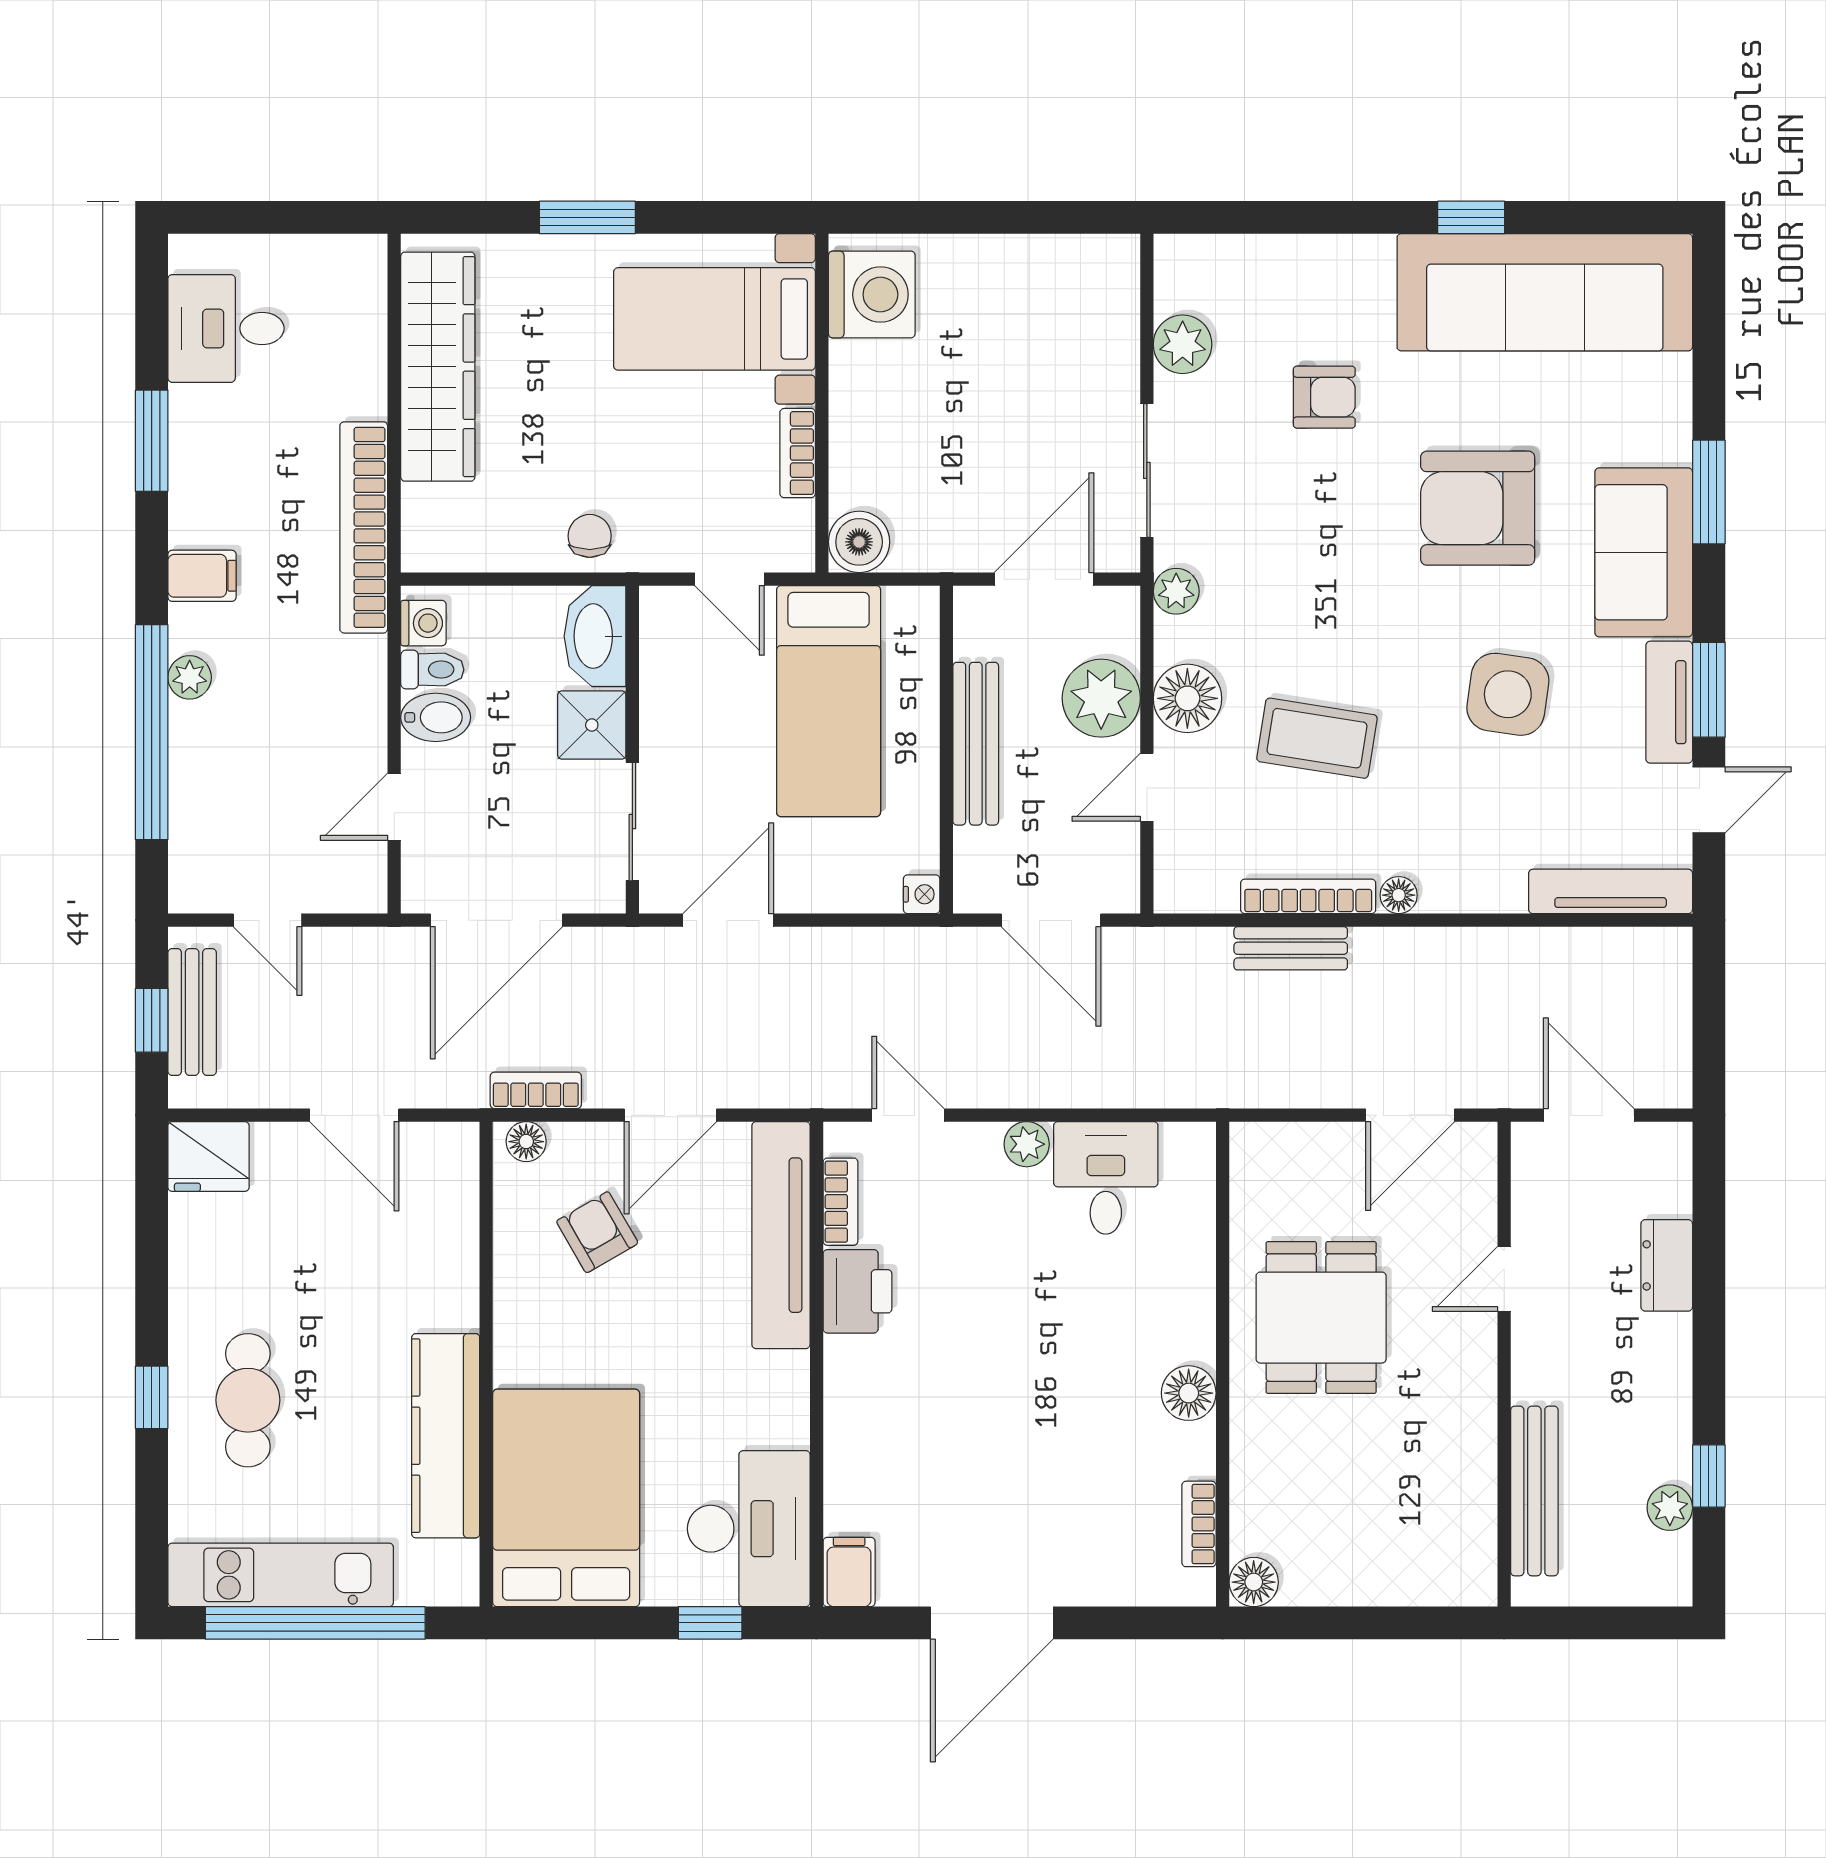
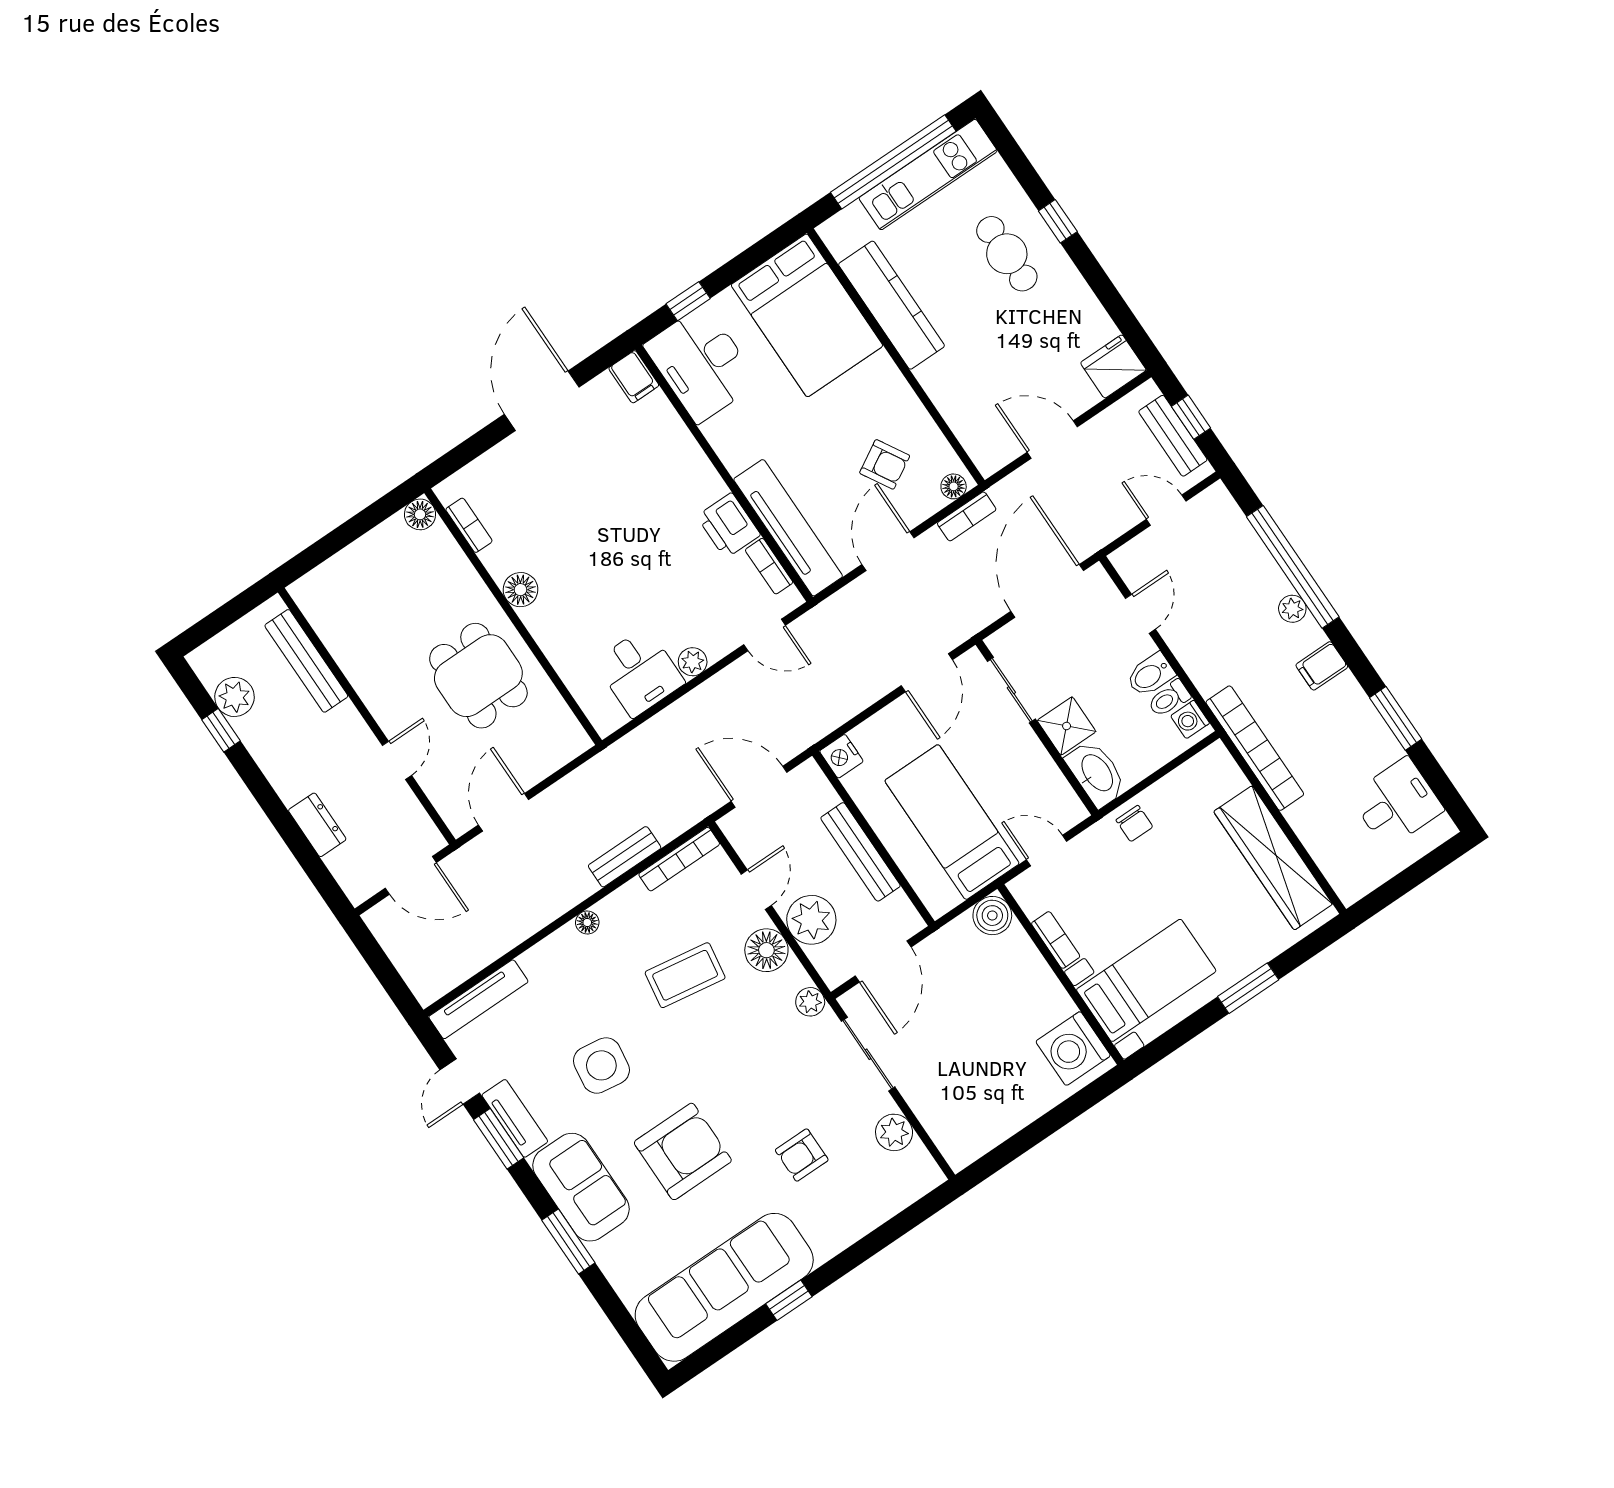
nightstand: (922, 894) -> (841, 756), width x1.39, depth x1.35
bookcase: (1308, 896) -> (679, 859), moved
plant: (1670, 1508) -> (235, 697), width x1.38, depth x1.38

